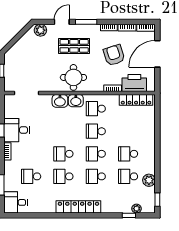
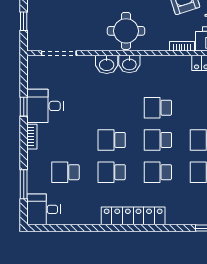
school desk: (96, 109) -> (158, 75), removed

